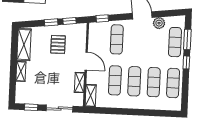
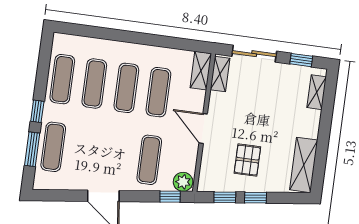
plant: (159, 23) -> (183, 182), moved
shelving: (21, 71) -> (317, 92), moved
shelving: (80, 83) -> (220, 74), moved

